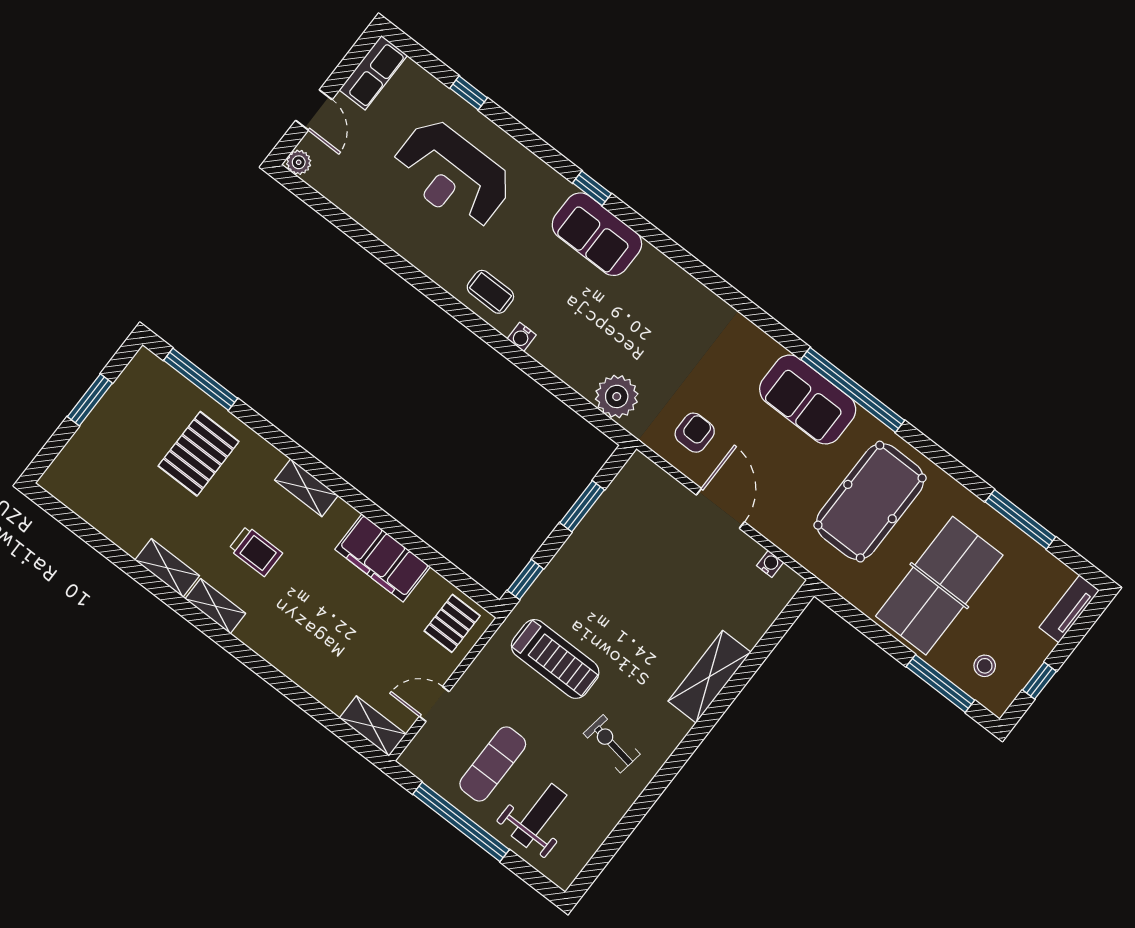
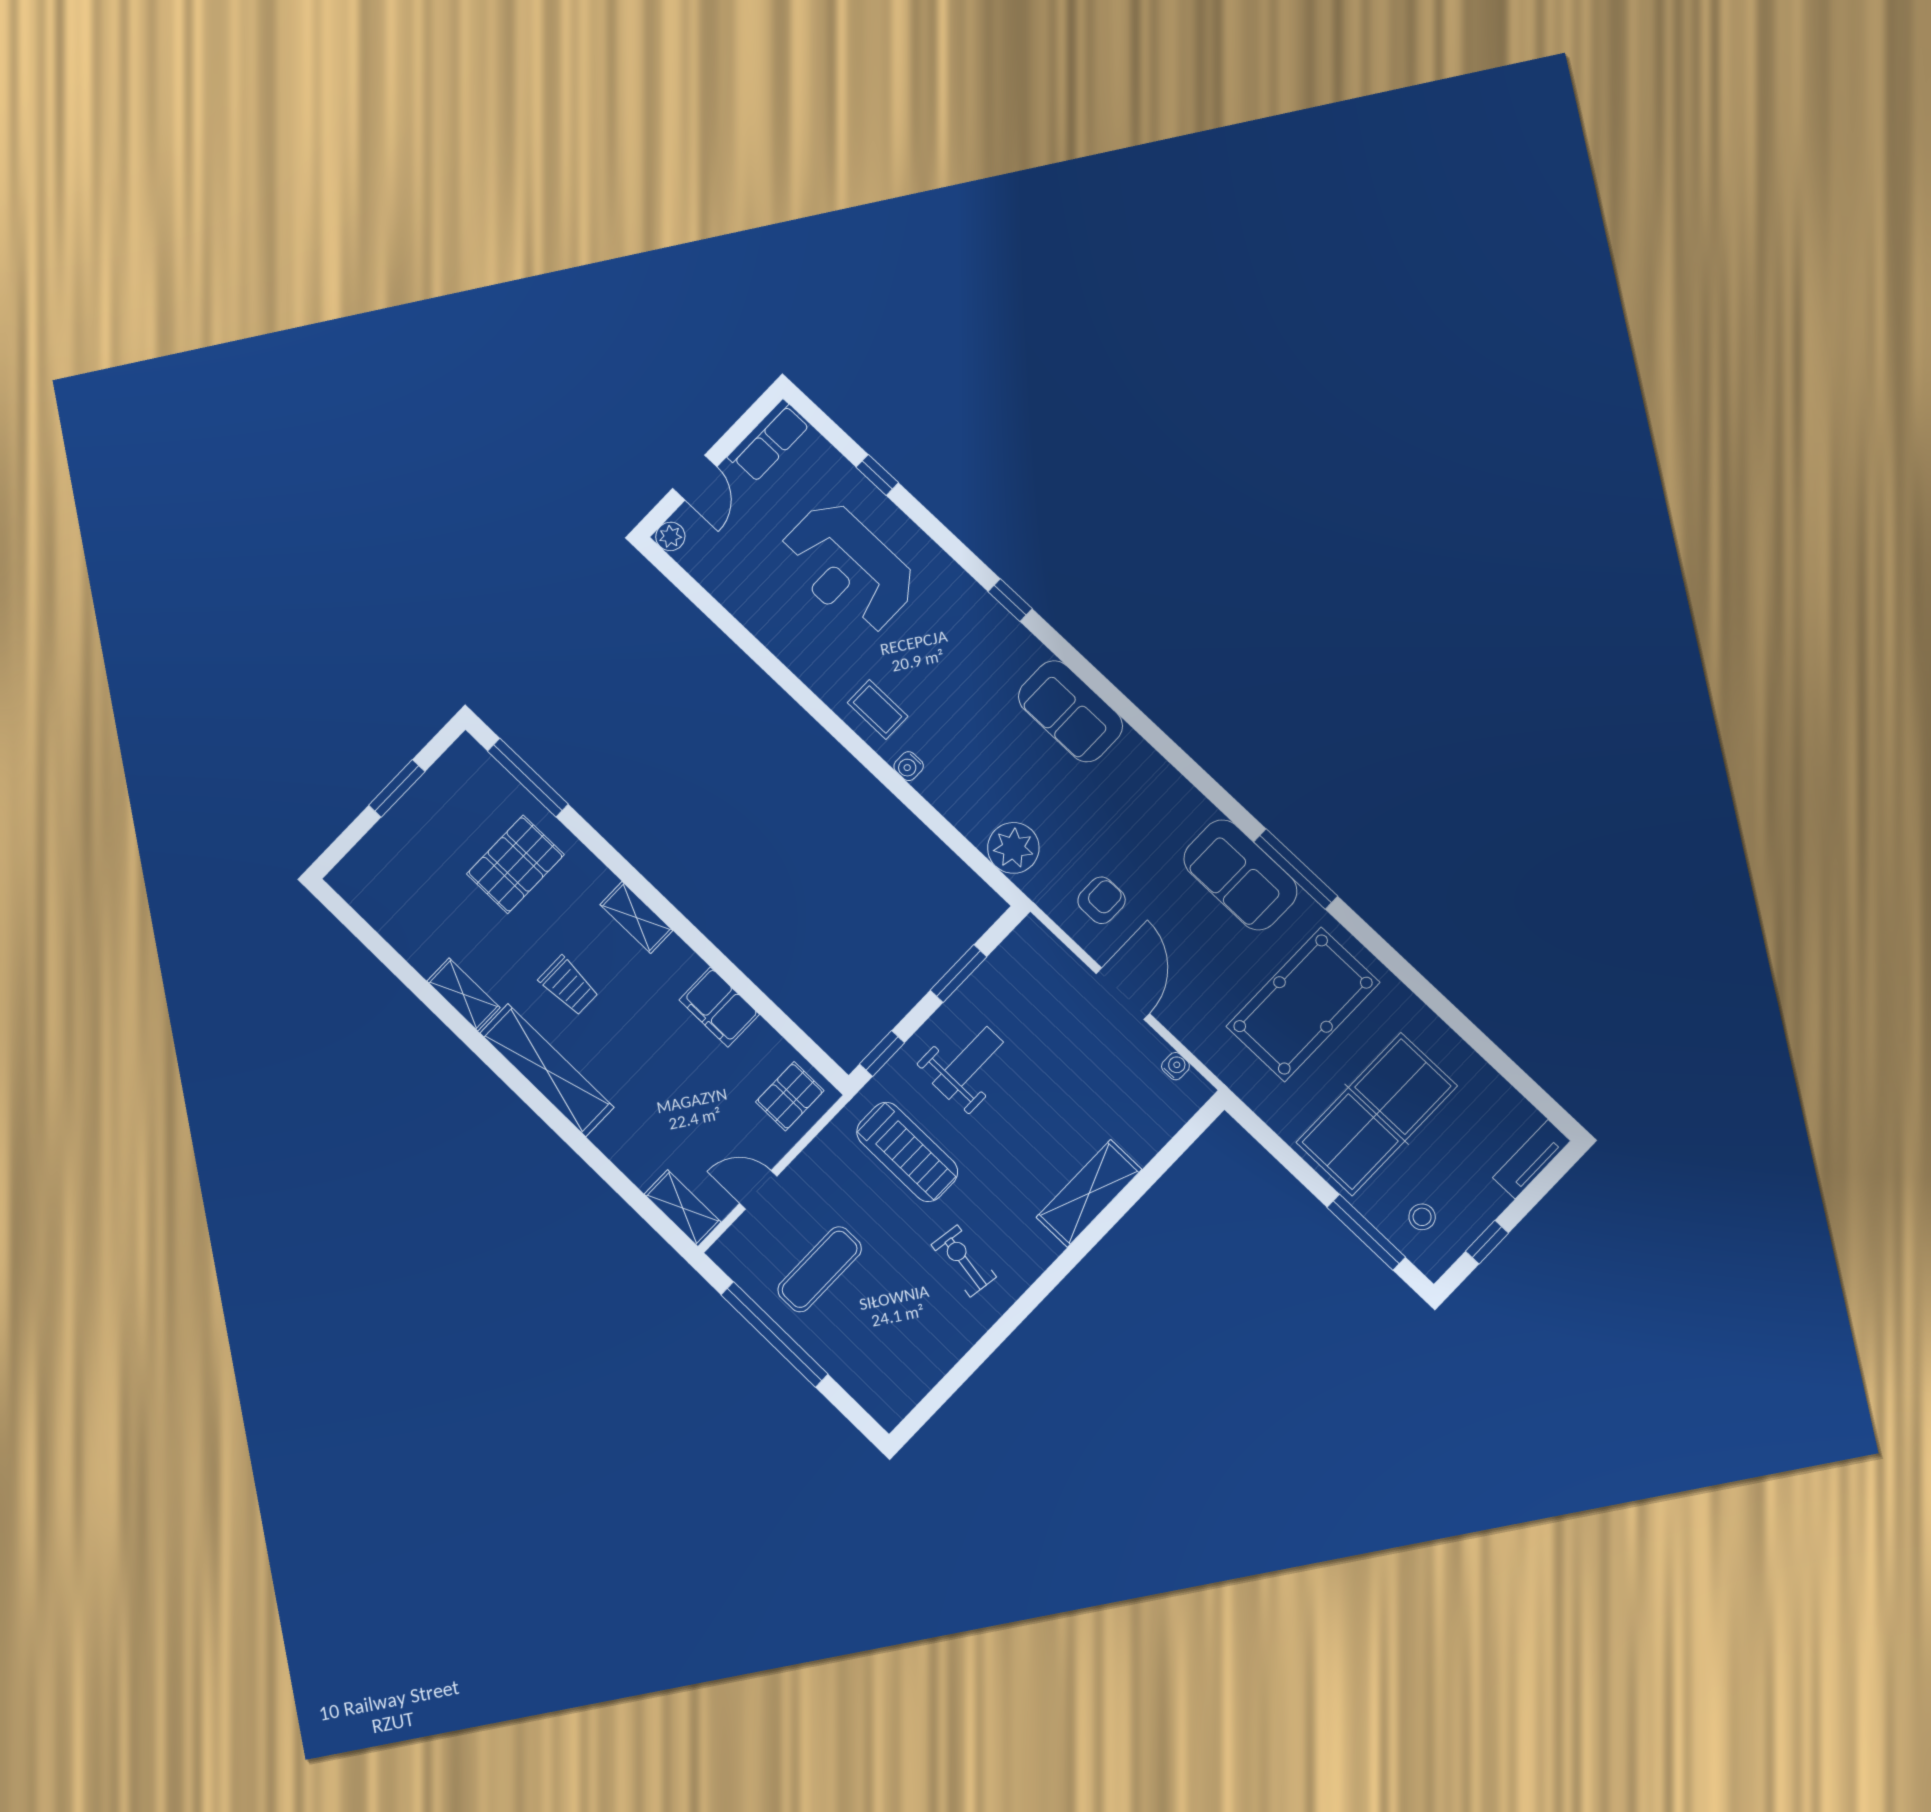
sofa: (597, 234) -> (1070, 711), moved
window: (853, 390) -> (1296, 869), width x0.68
window: (1020, 519) -> (1483, 1045), removed
filing cabinet: (383, 558) -> (719, 1007), width x0.67, depth x0.86
shelving: (215, 606) -> (547, 1070), width x2.20, depth x1.33
weight bench: (539, 815) -> (968, 1063), moved

